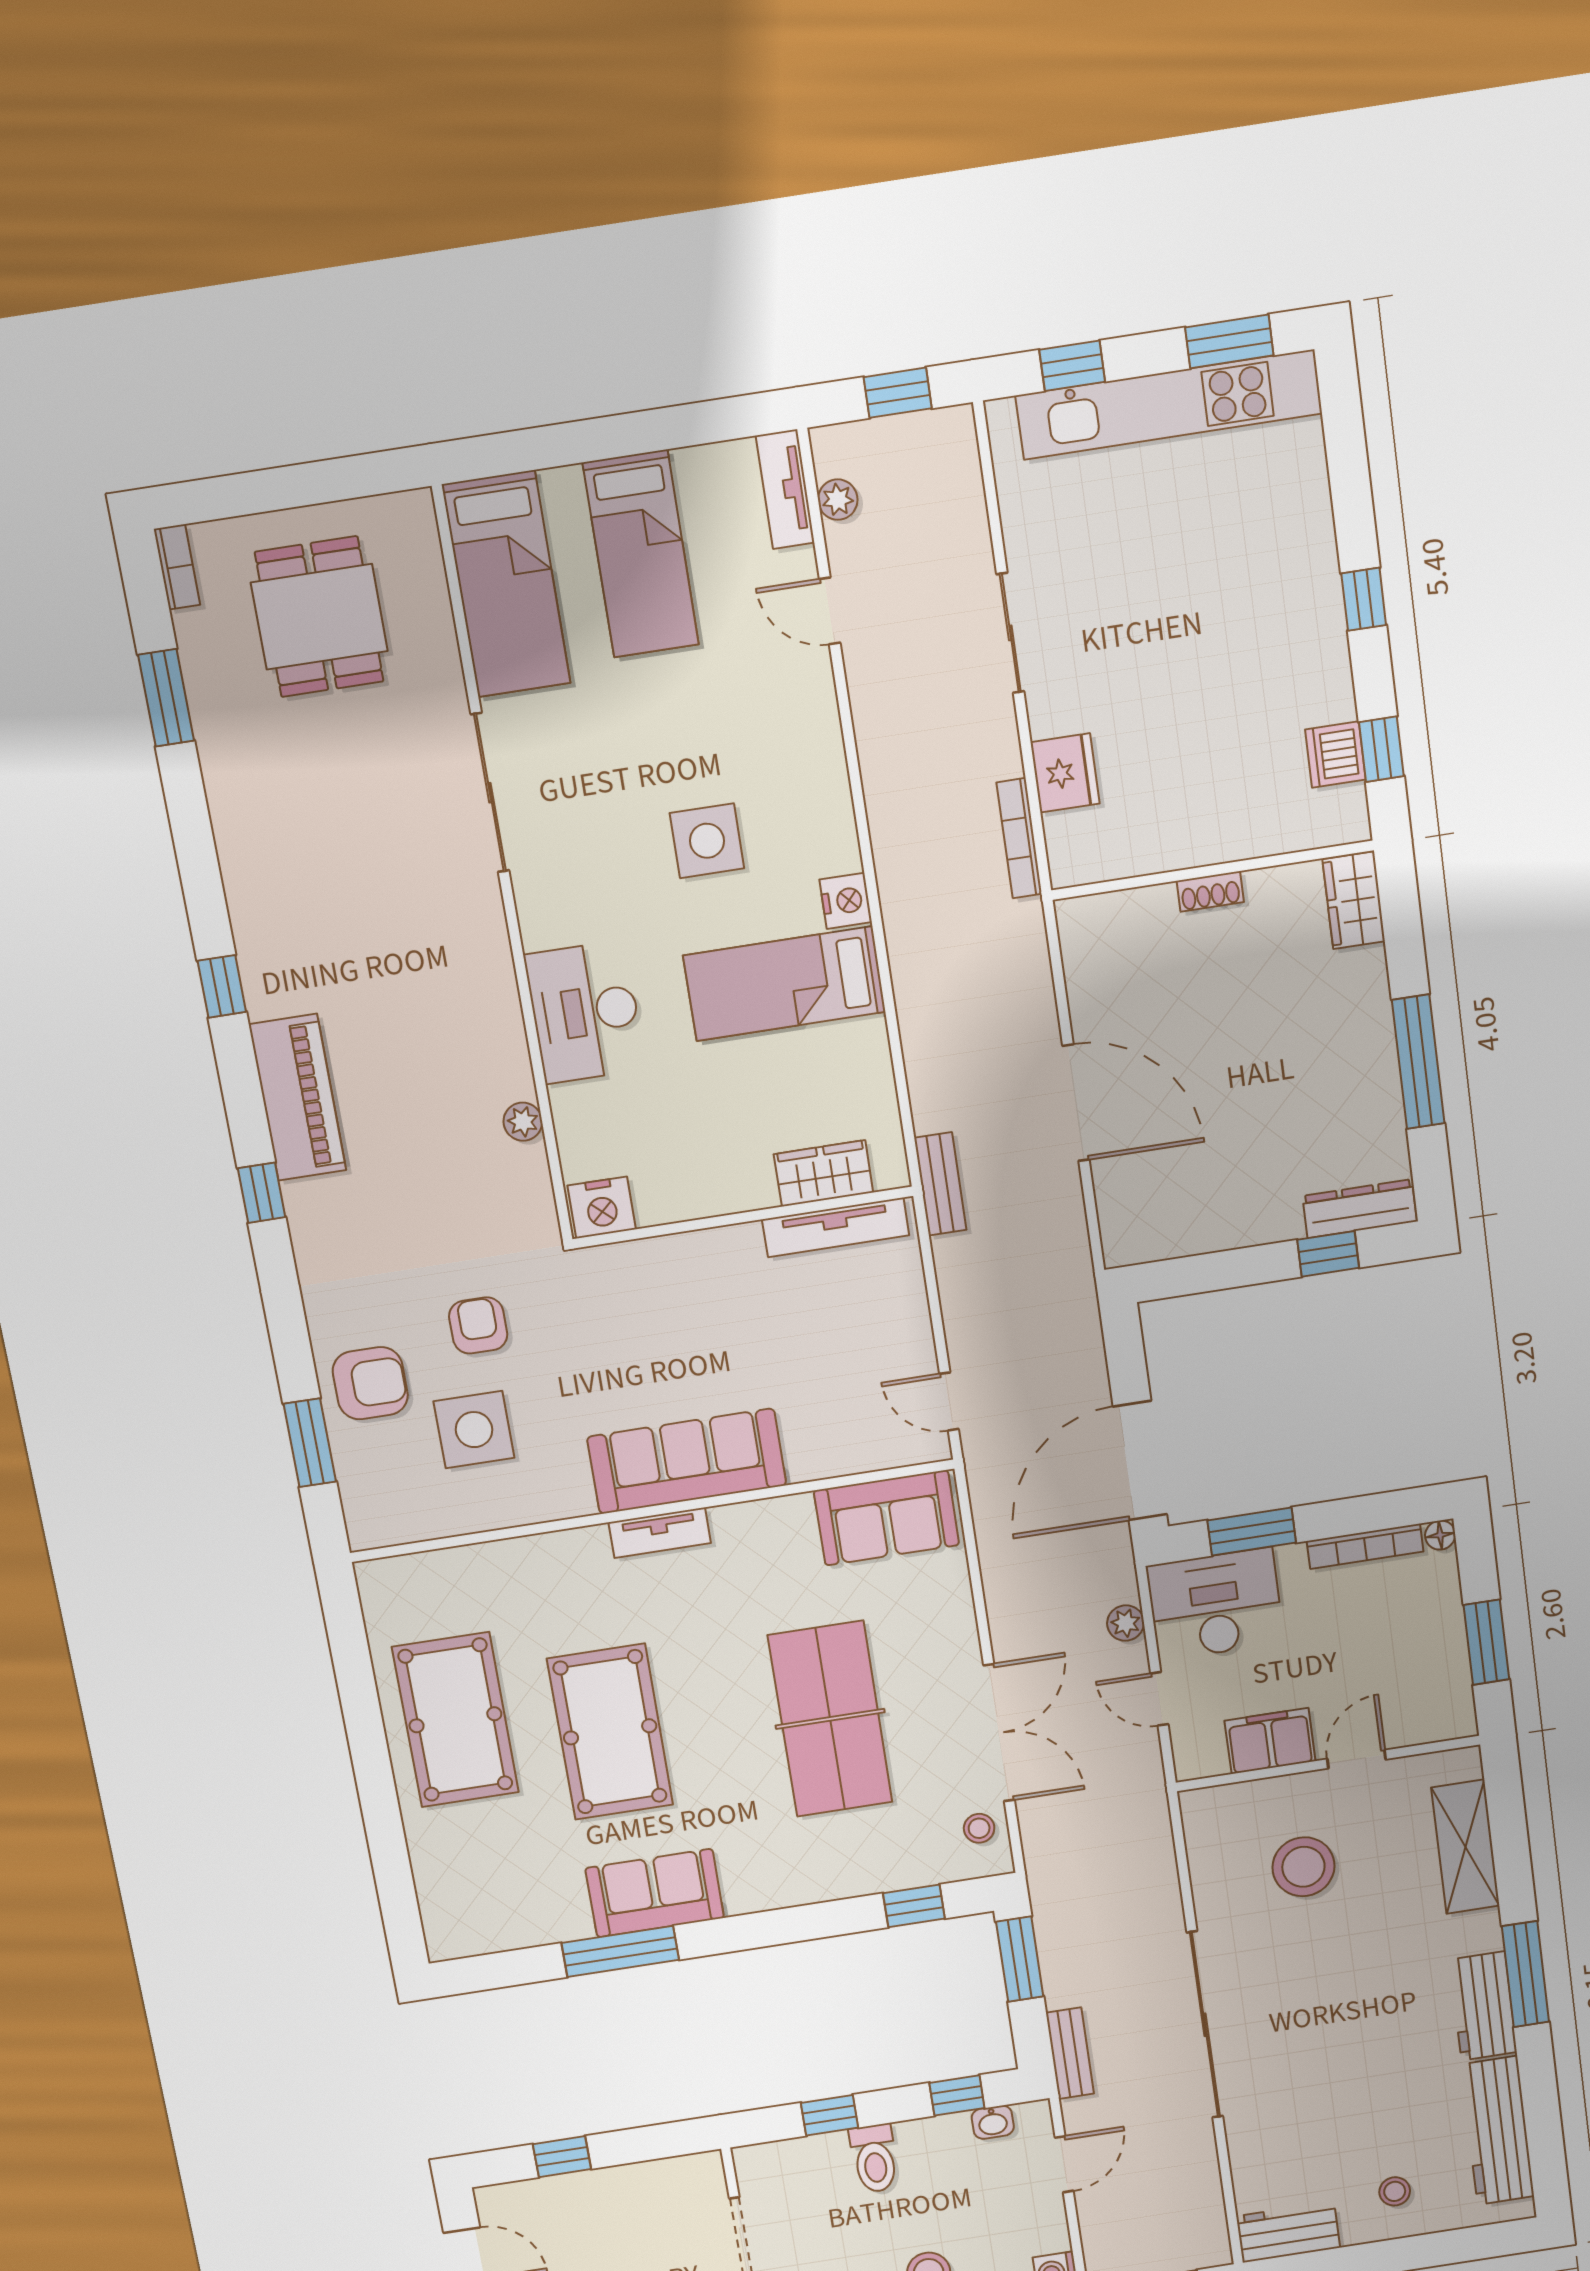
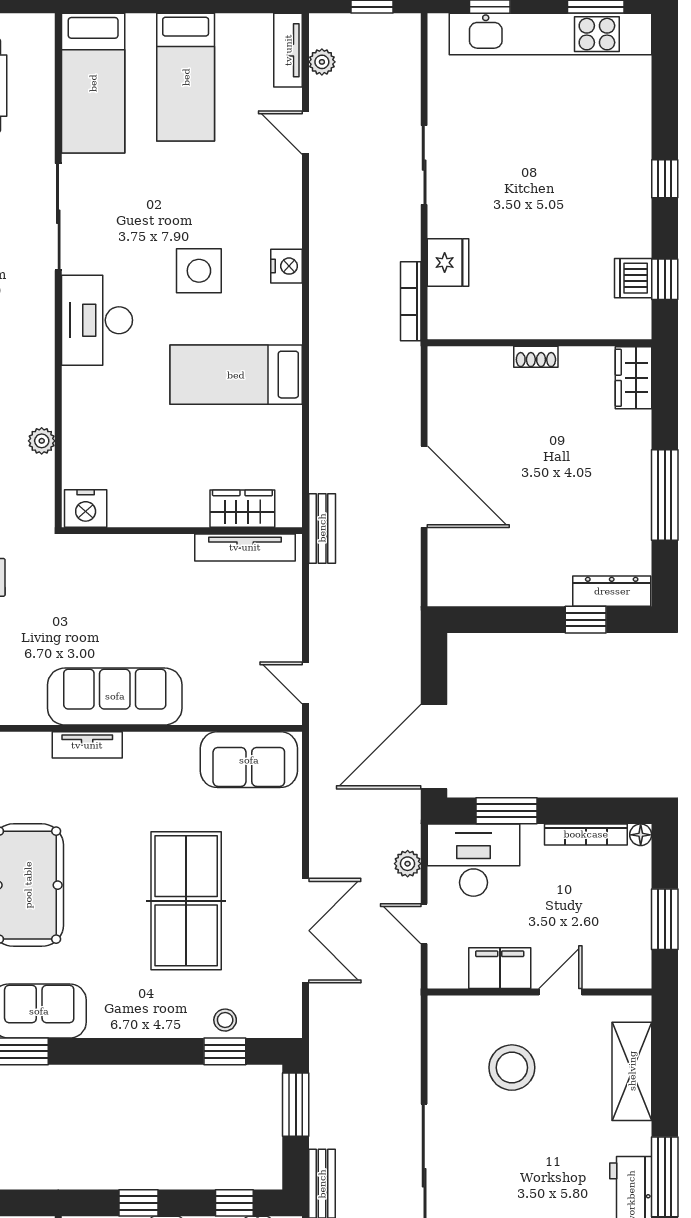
nightstand: (846, 901) -> (287, 266), moved
desk: (585, 1012) -> (97, 320), moved
stool: (979, 1828) -> (225, 1020), moved

